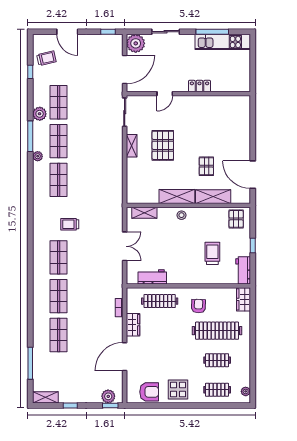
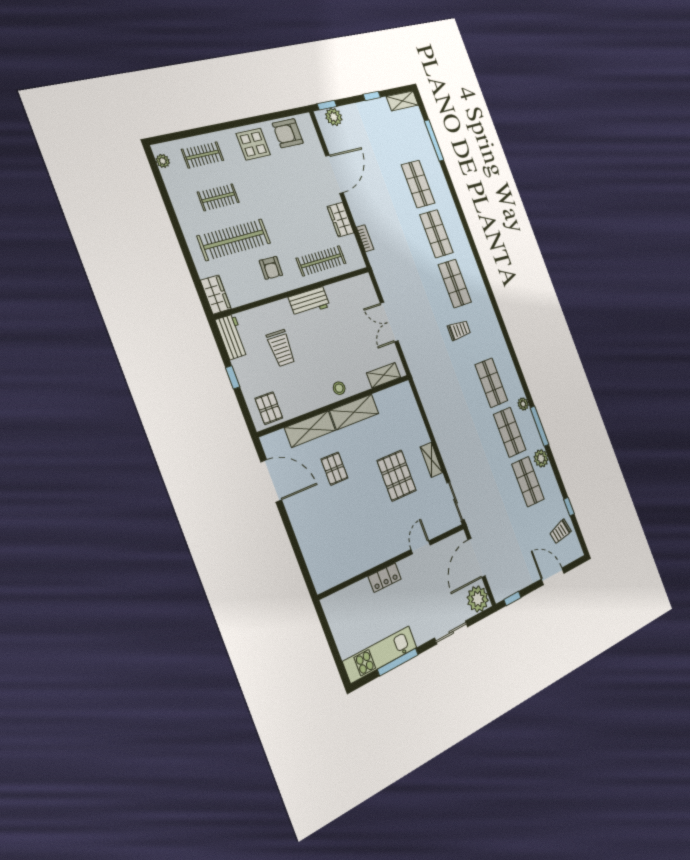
workbench: (152, 277) -> (309, 302), moved

